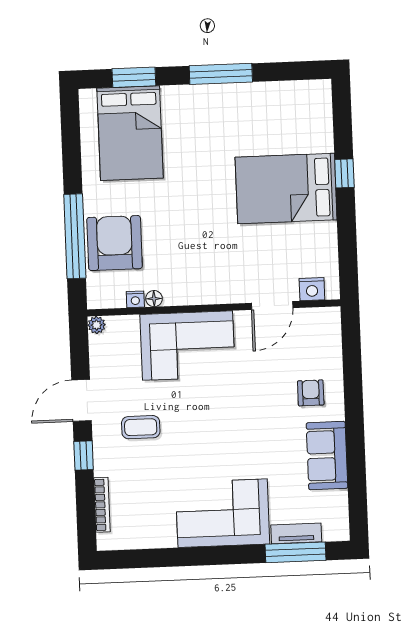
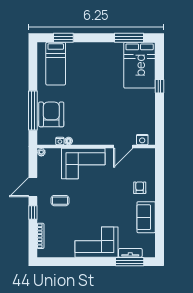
window: (221, 74) -> (129, 38), moved
bed: (130, 133) -> (56, 64), width x0.67
bed: (286, 188) -> (140, 65), moved, turned -90

